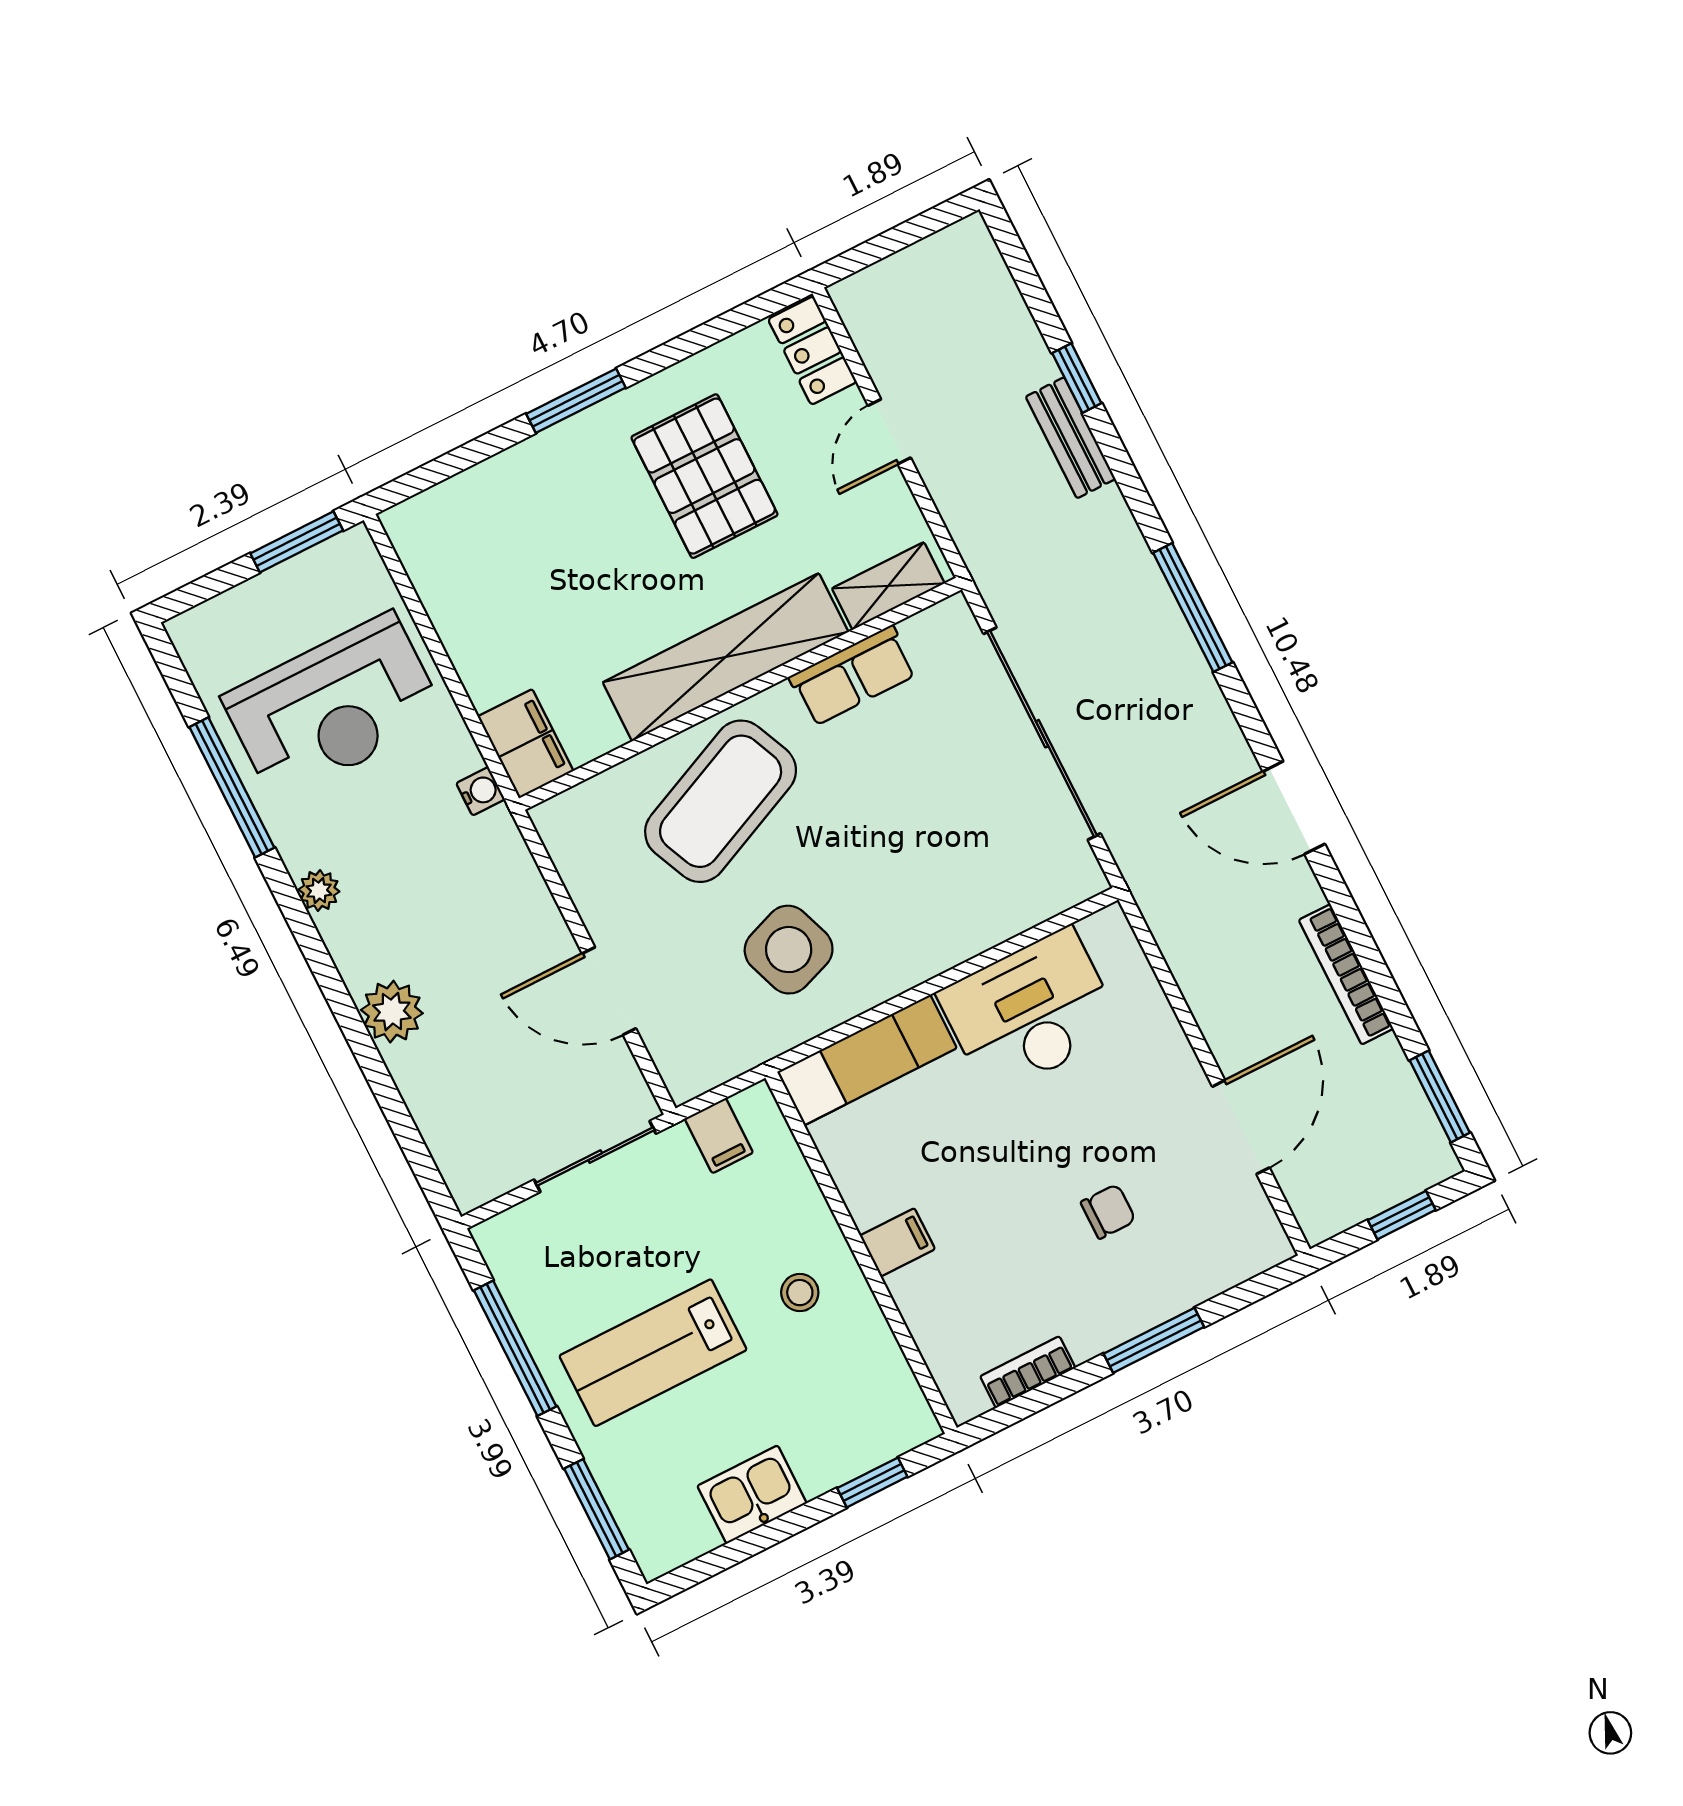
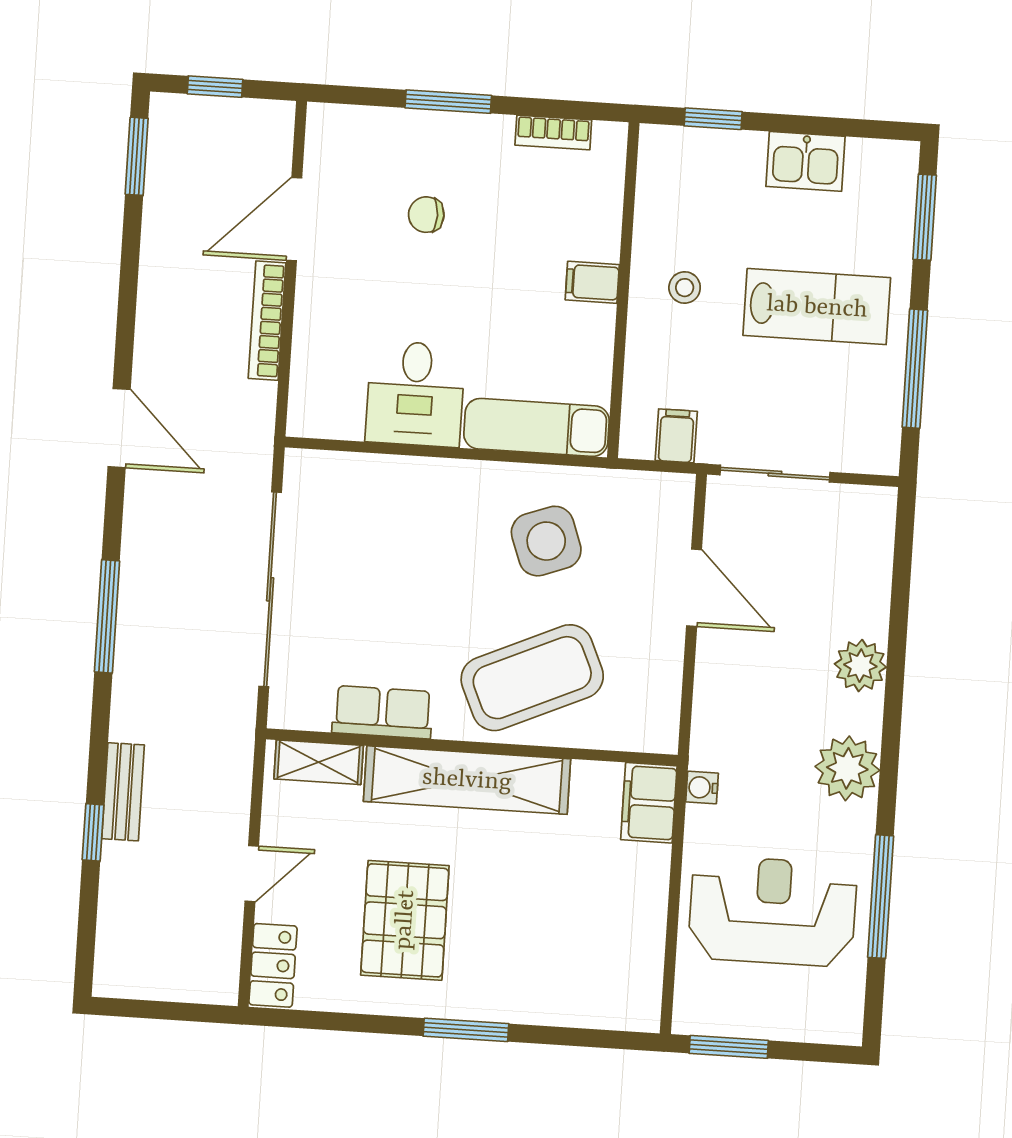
plant: (319, 891) -> (847, 768), width x1.88, depth x1.88
bookcase: (1346, 974) -> (267, 321), moved, turned 180
desk: (1030, 1012) -> (415, 394), width x0.73

